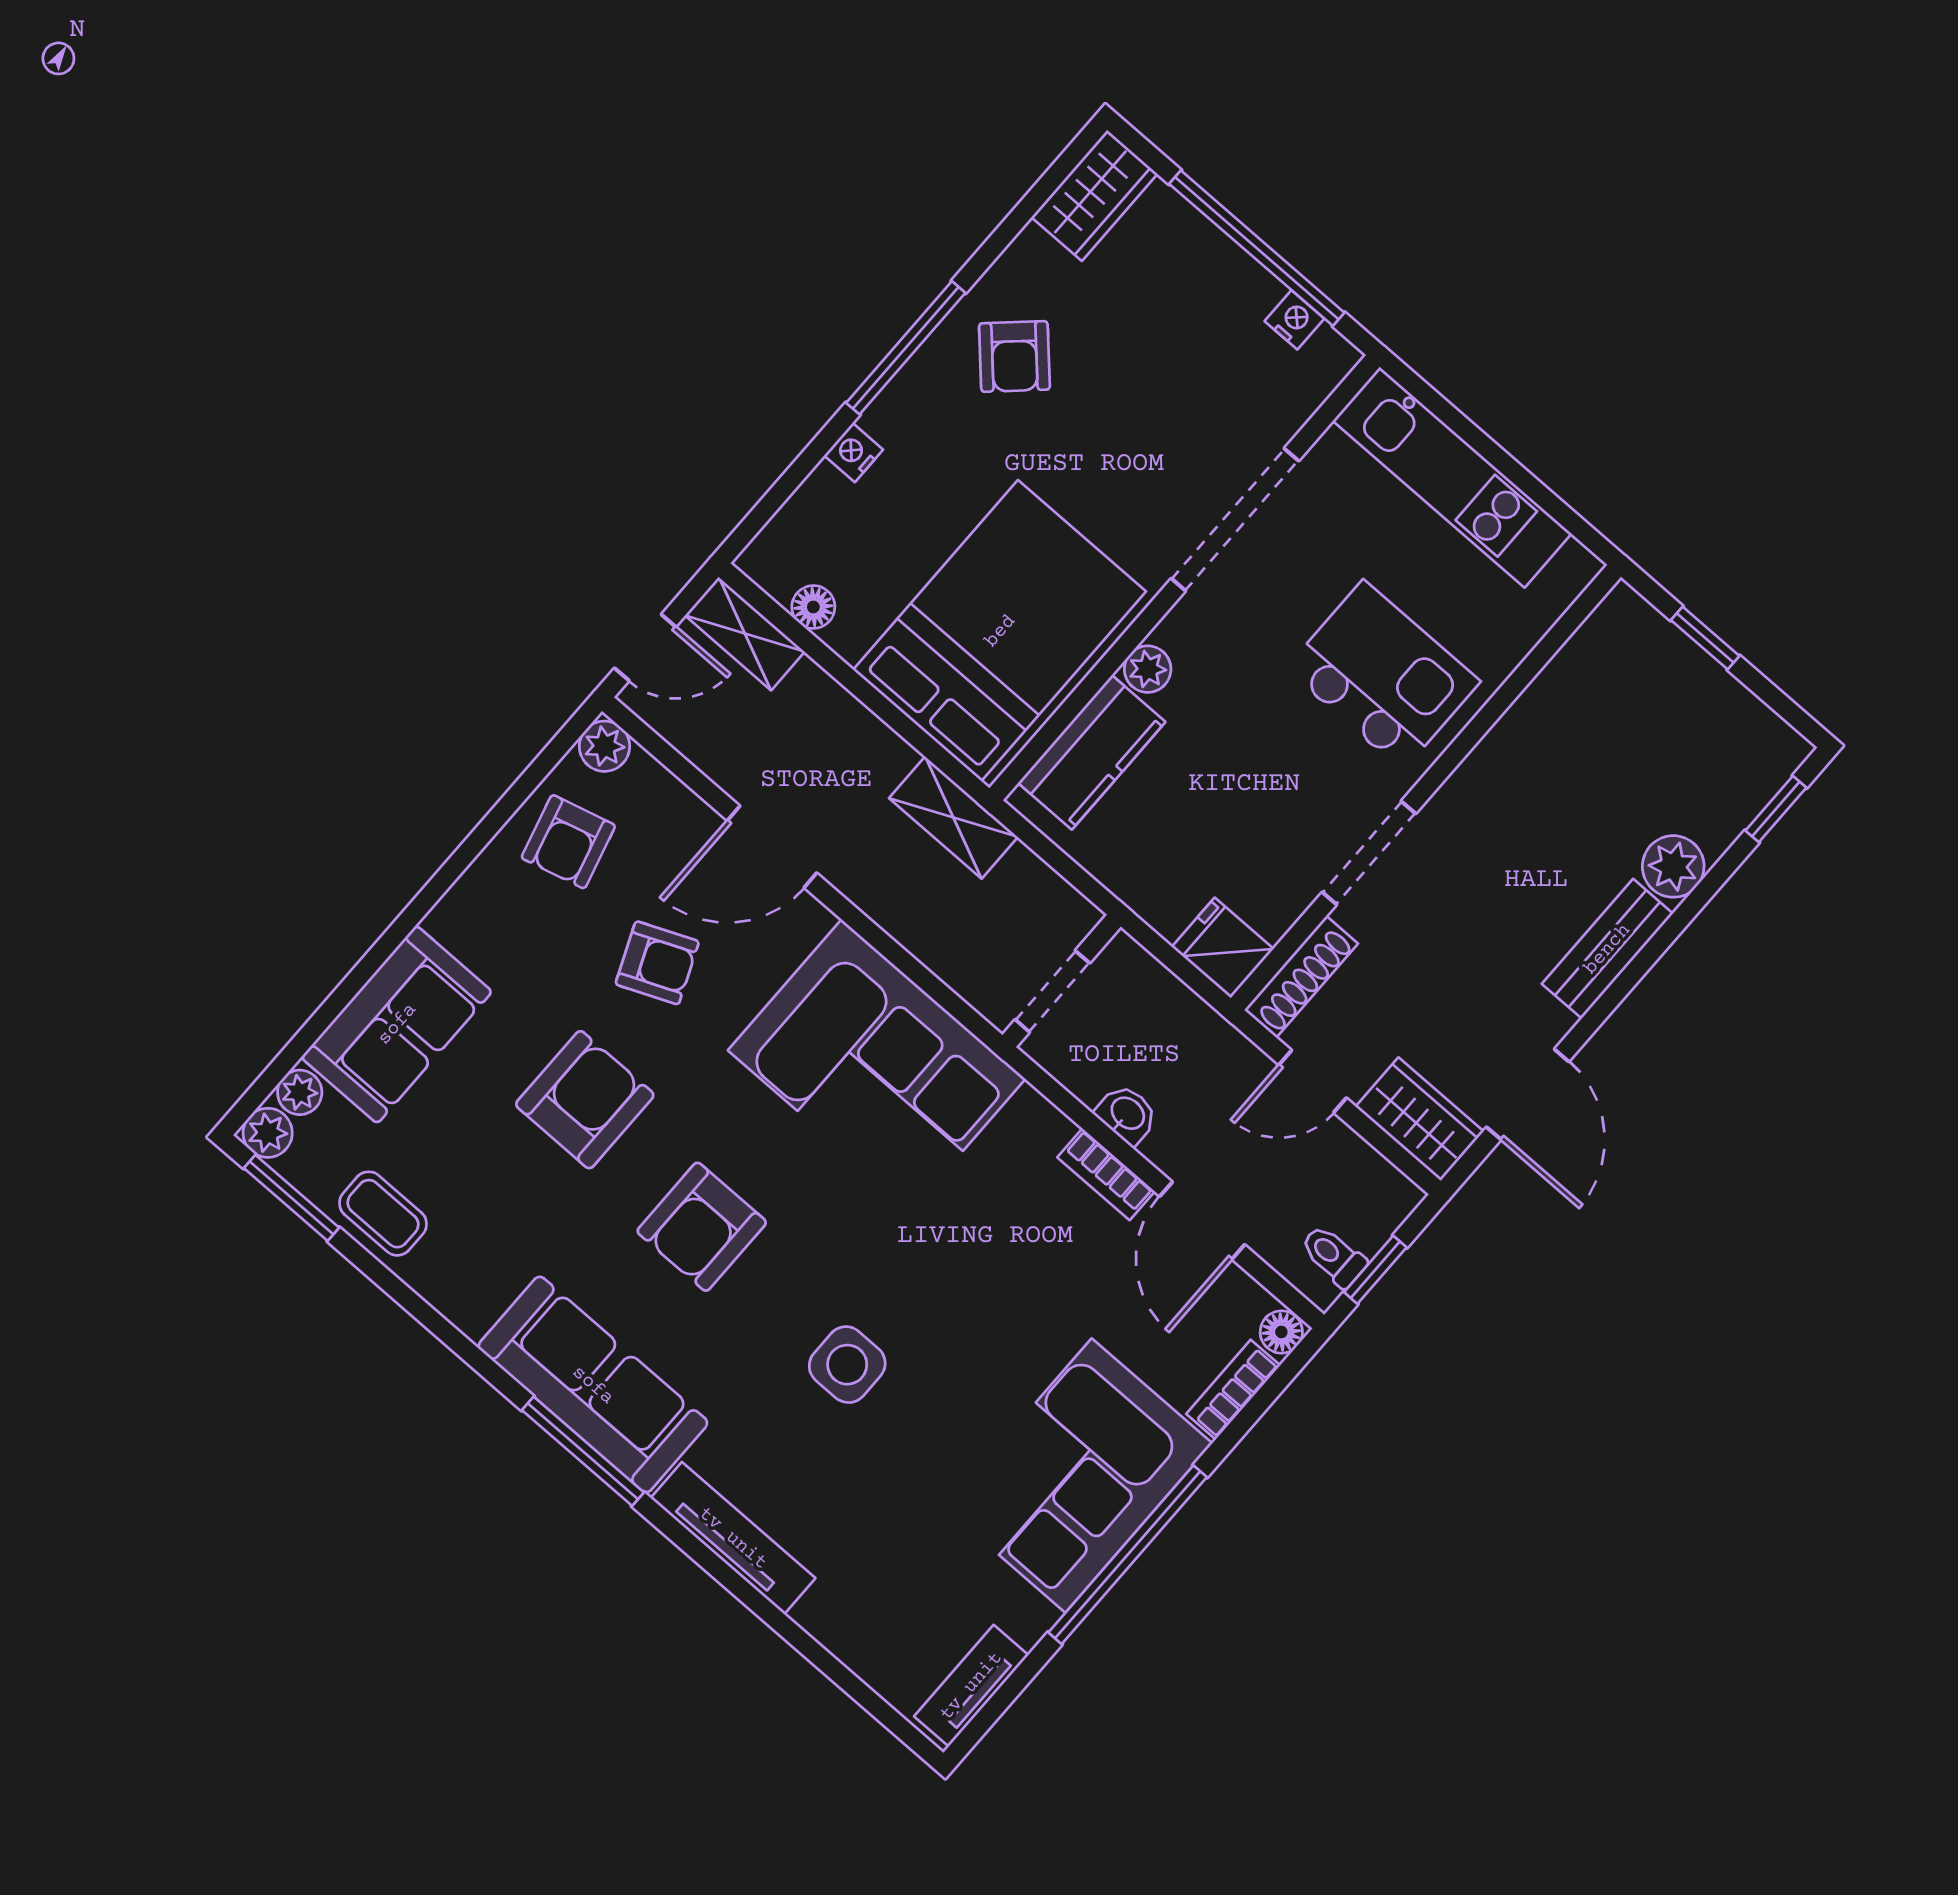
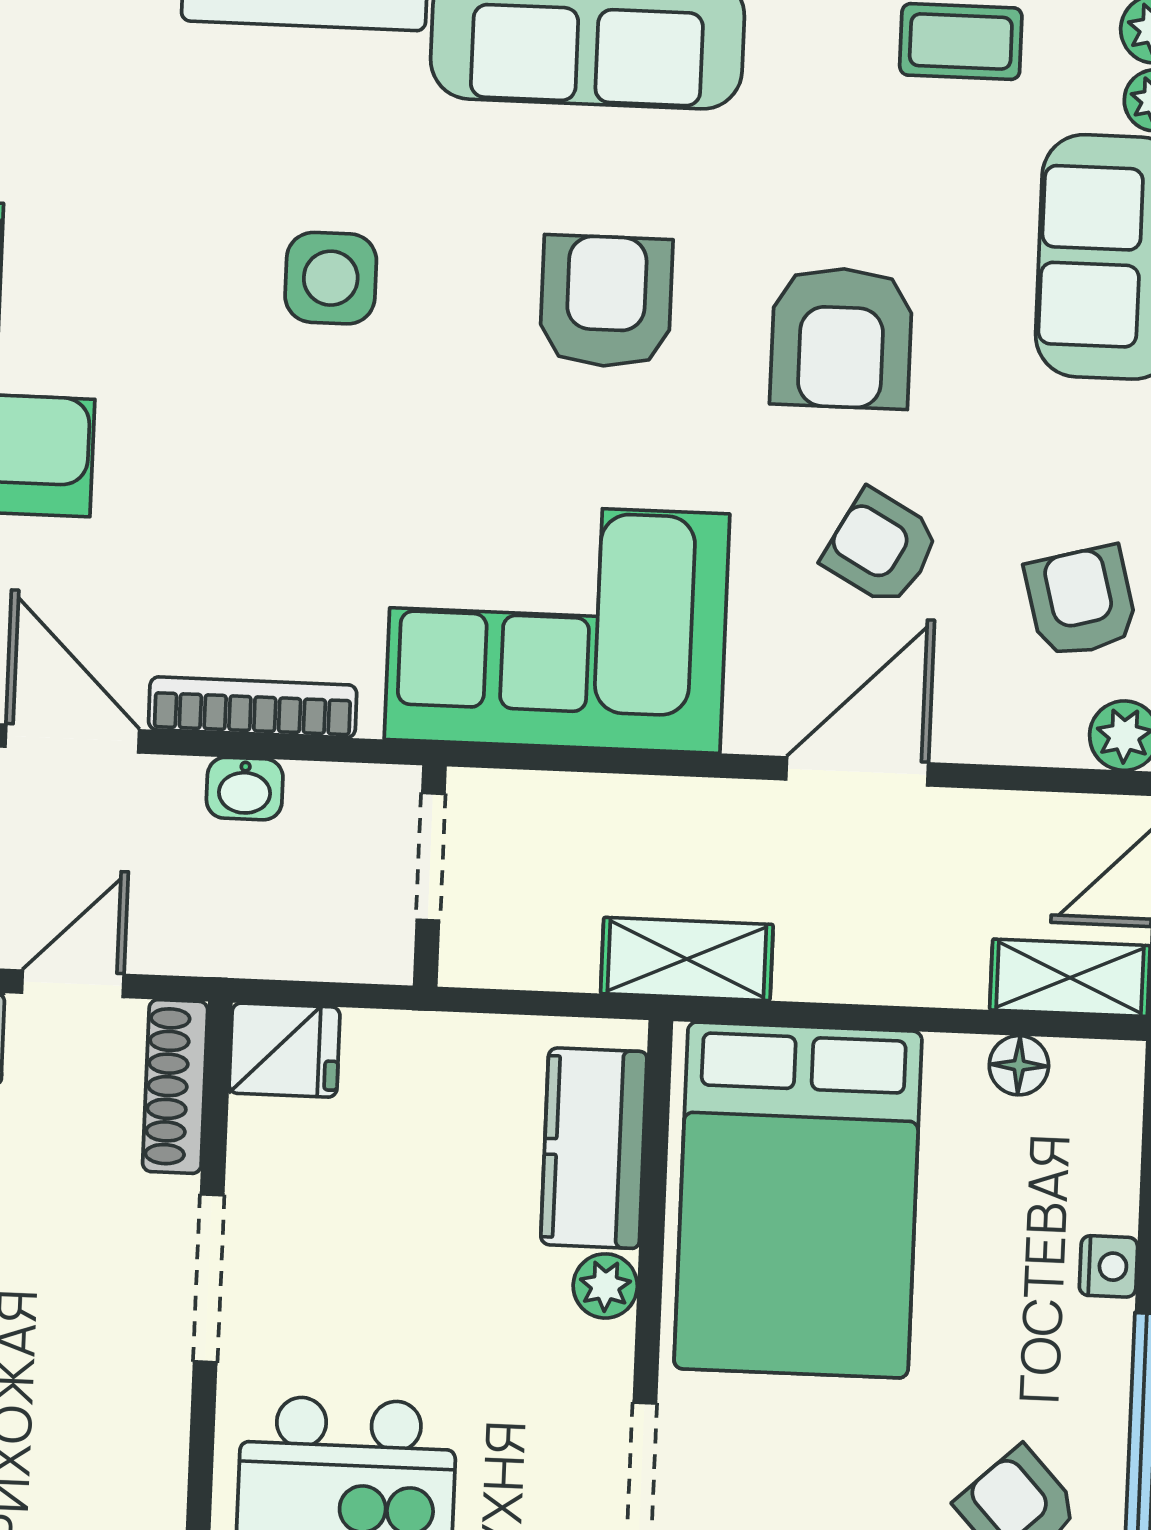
armchair: (657, 963) -> (881, 548), turned 52
bookcase: (1106, 1174) -> (253, 707), width x1.56

